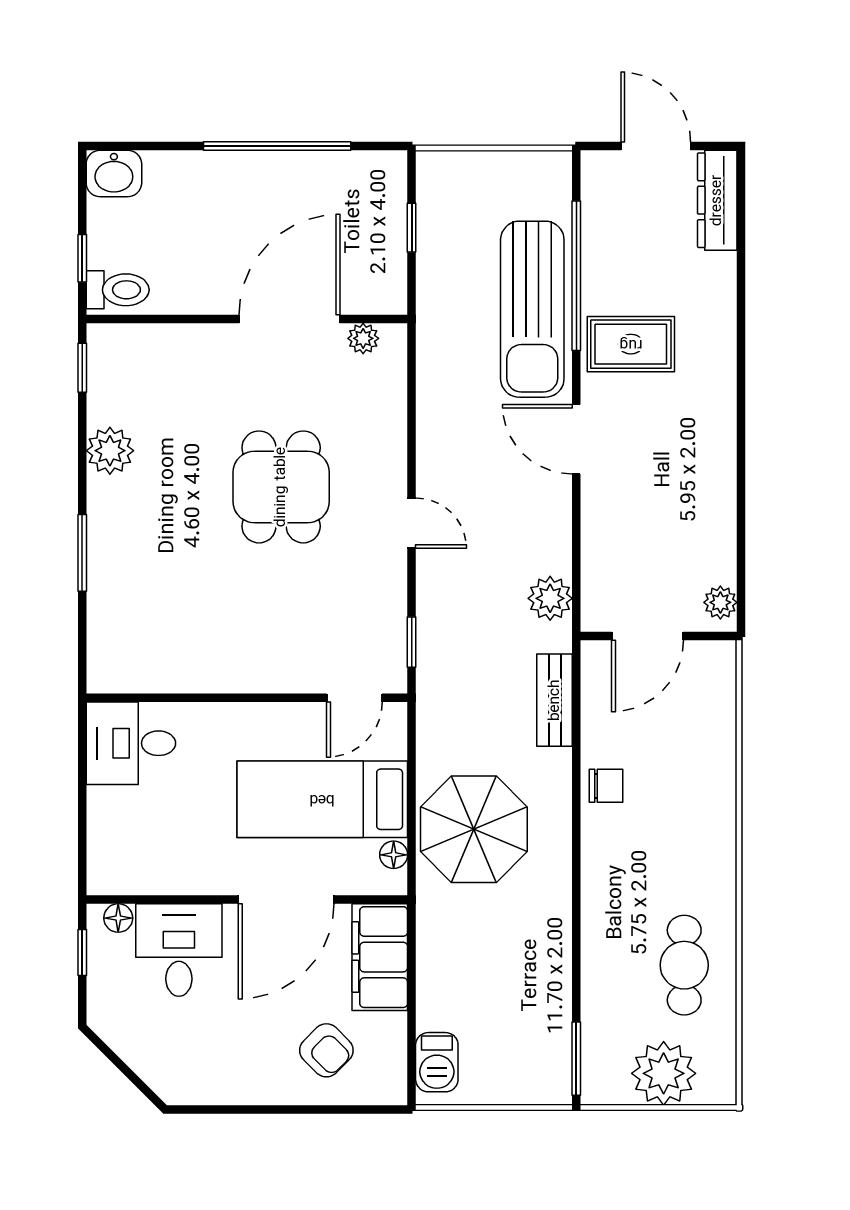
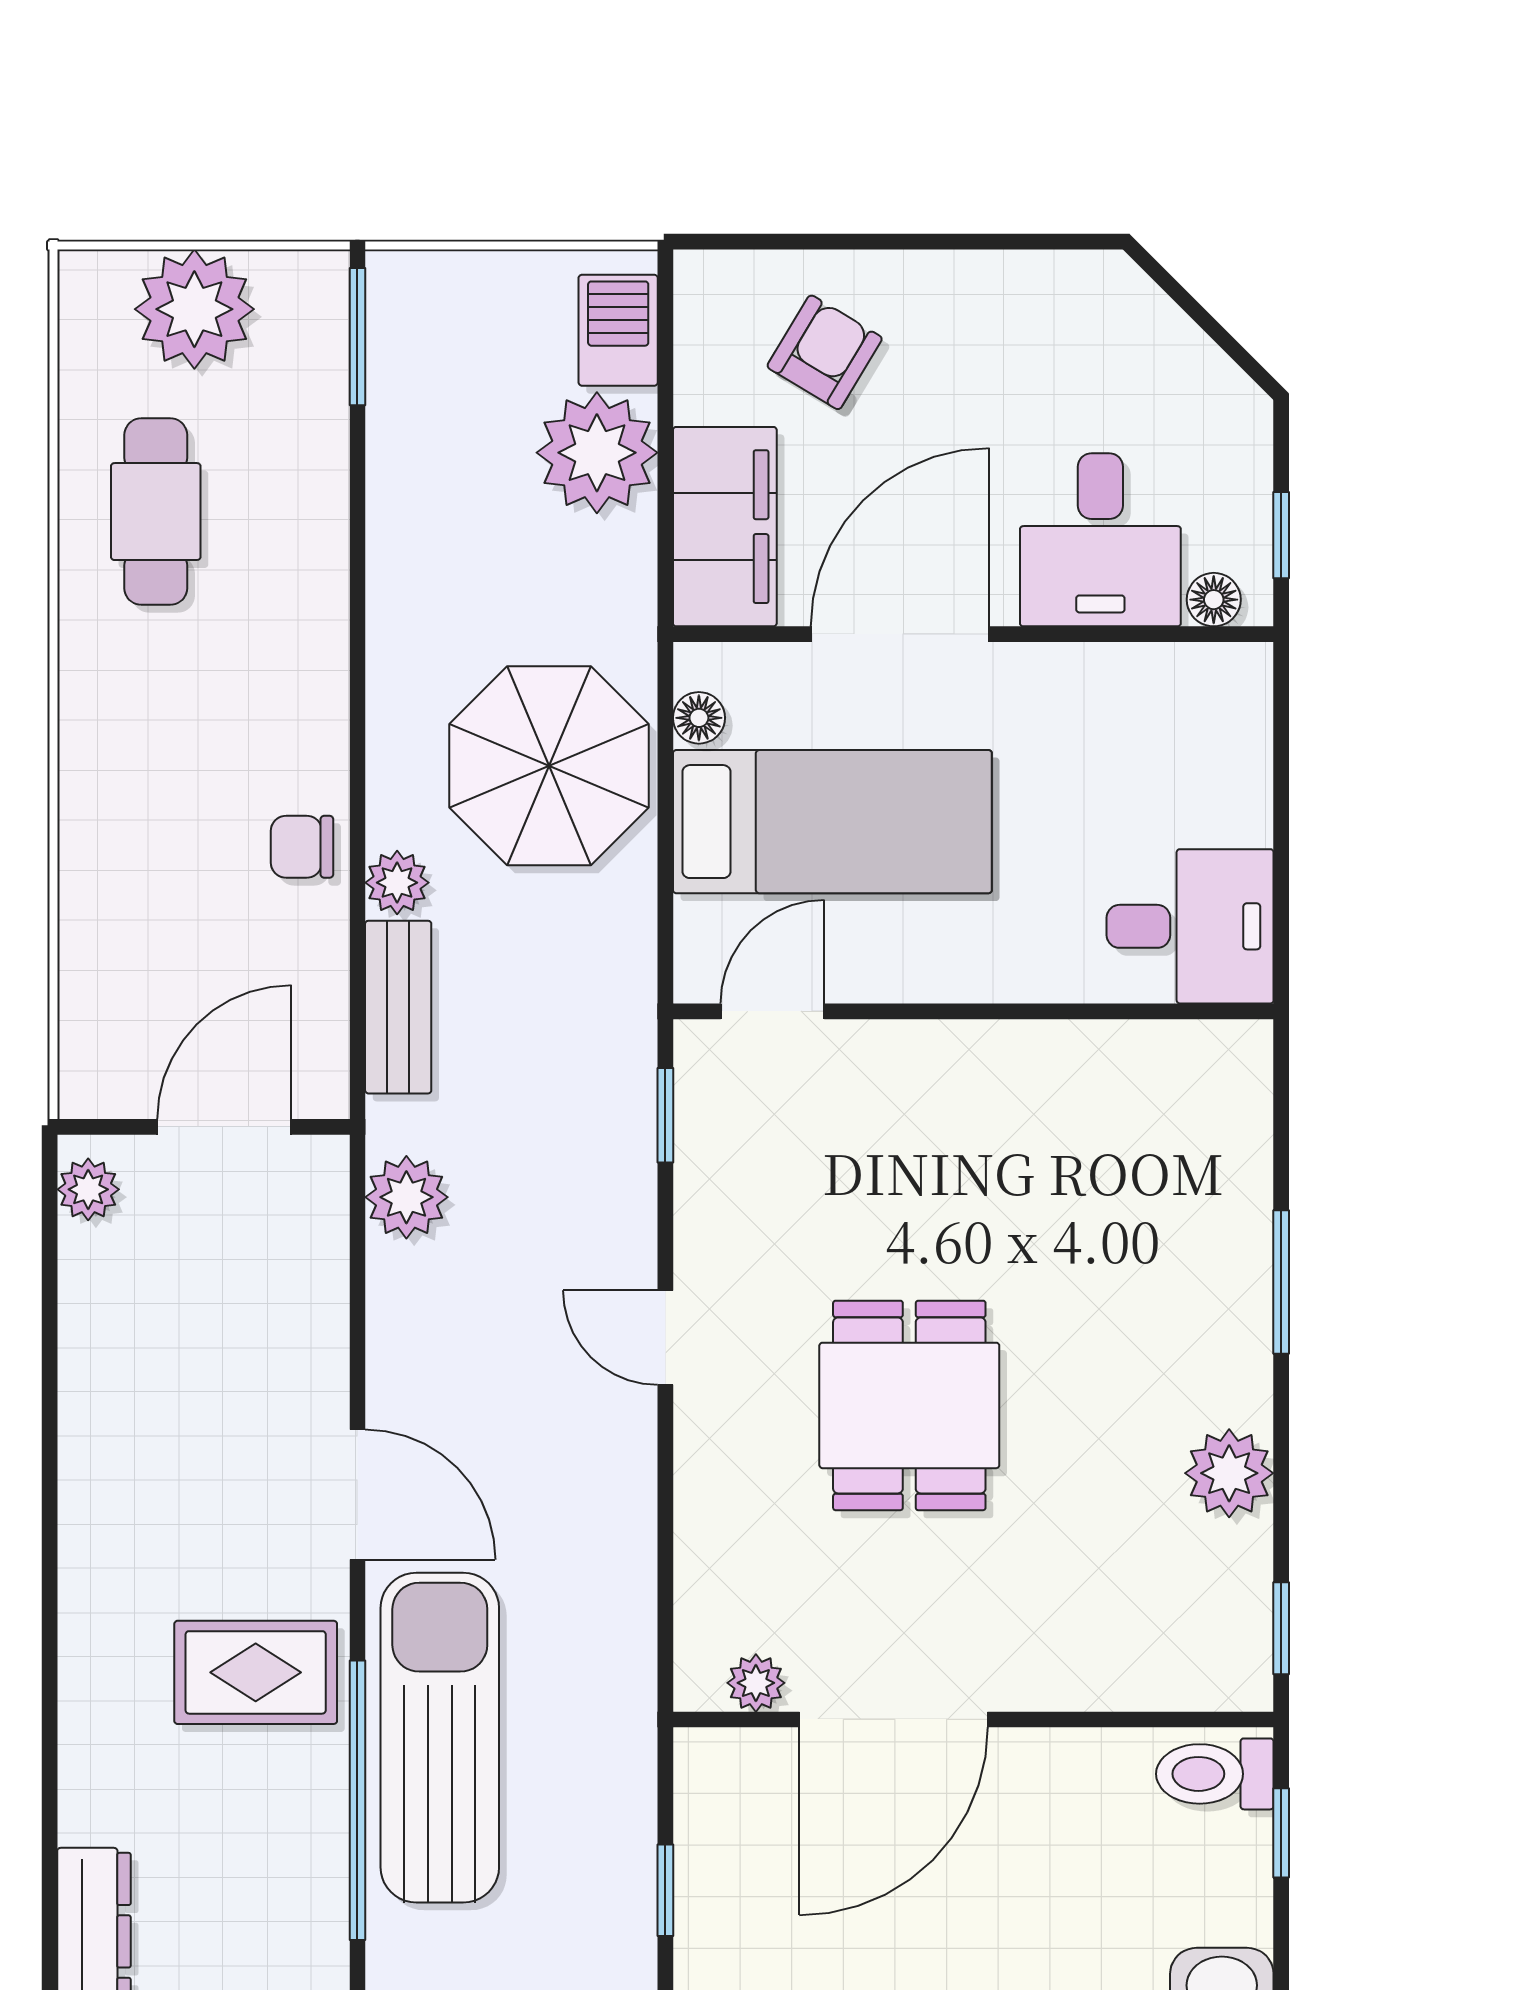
plant: (555, 767) -> (397, 883), added
plant: (448, 997) -> (597, 453), added
armchair: (326, 1050) -> (825, 352), turned 76

